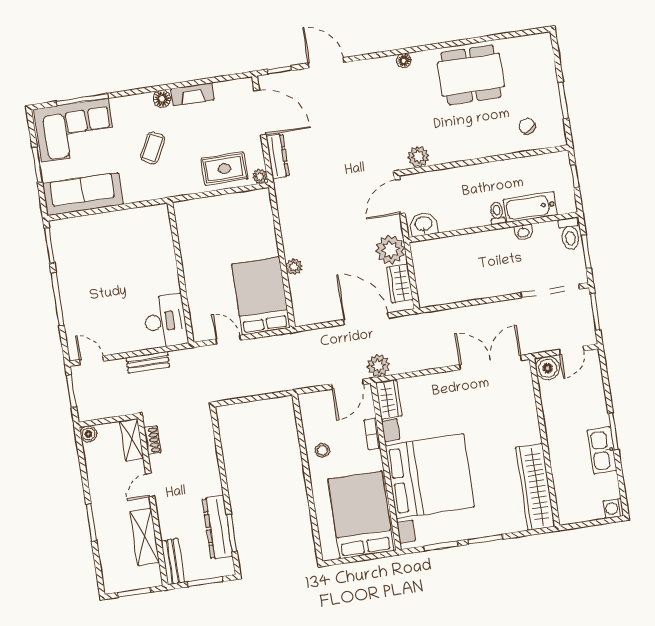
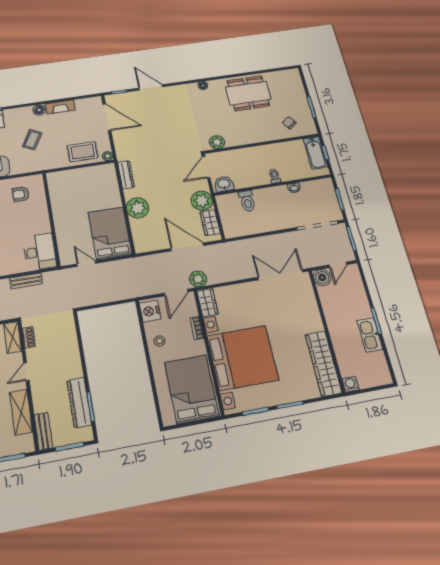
dresser: (278, 156) -> (126, 175), moved
bathtub: (530, 207) -> (315, 153), moved, turned -90
armchair: (138, 234) -> (21, 194), added
toilet: (570, 234) -> (247, 201), moved
plant: (294, 267) -> (138, 208), width x1.87, depth x1.87
nightstand: (312, 409) -> (150, 311), added
washing machine: (613, 508) -> (350, 384), moved, turned 90

